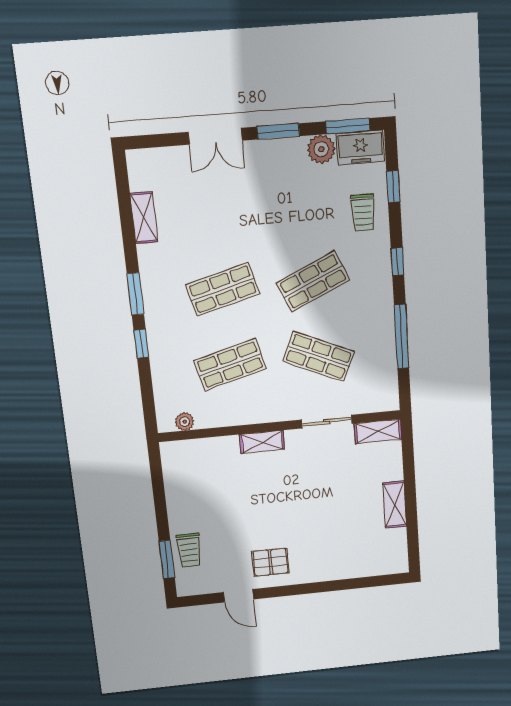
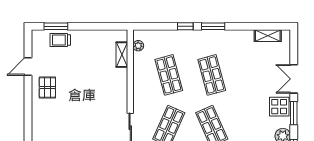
display table: (269, 160) -> (279, 107), added
shelving: (144, 218) -> (268, 36), moved
shelving: (262, 442) -> (122, 55), moved

